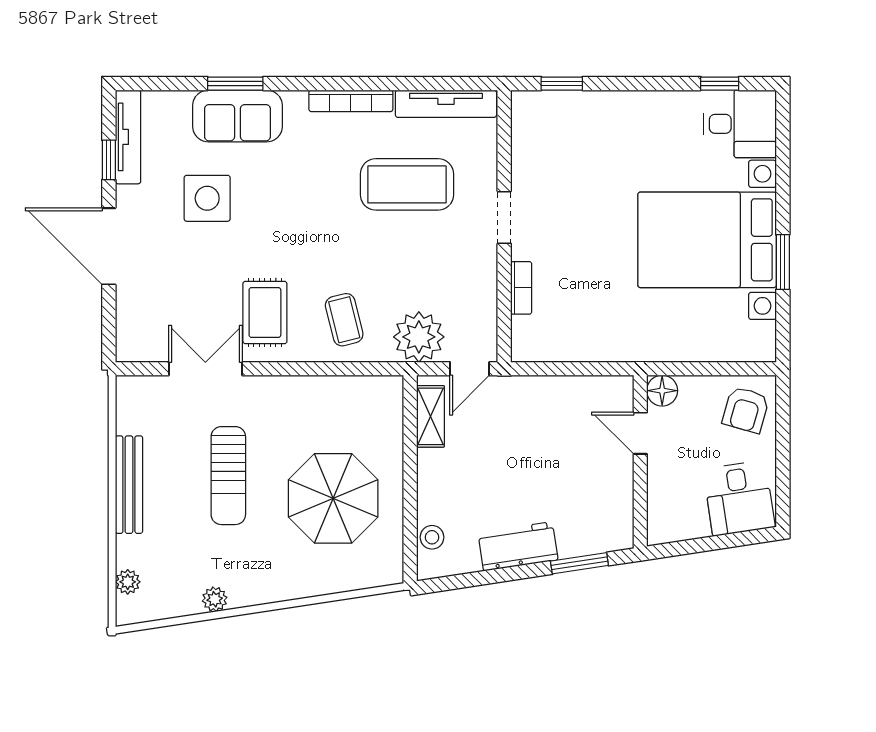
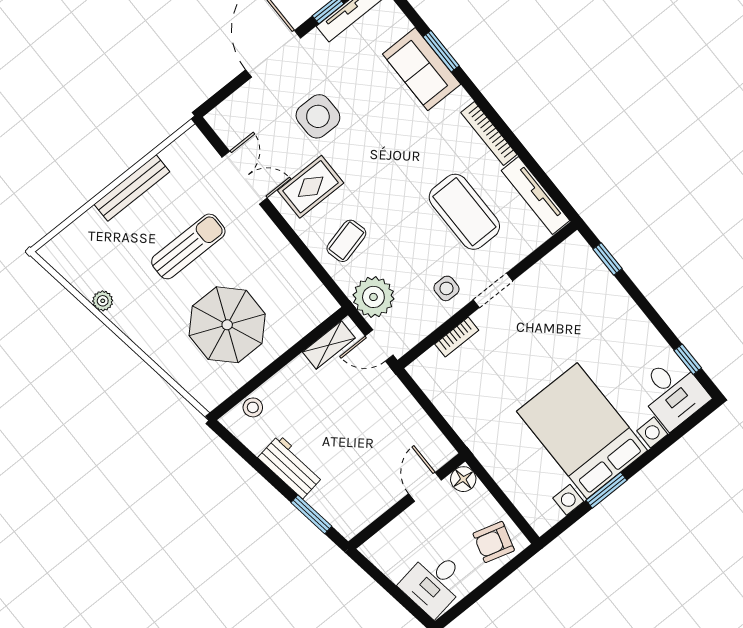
side table: (207, 198) -> (318, 116), moved
side table: (467, 260) -> (446, 288), added
sun lounger: (228, 476) -> (188, 246), turned 180
plant: (128, 582) -> (69, 237), removed

